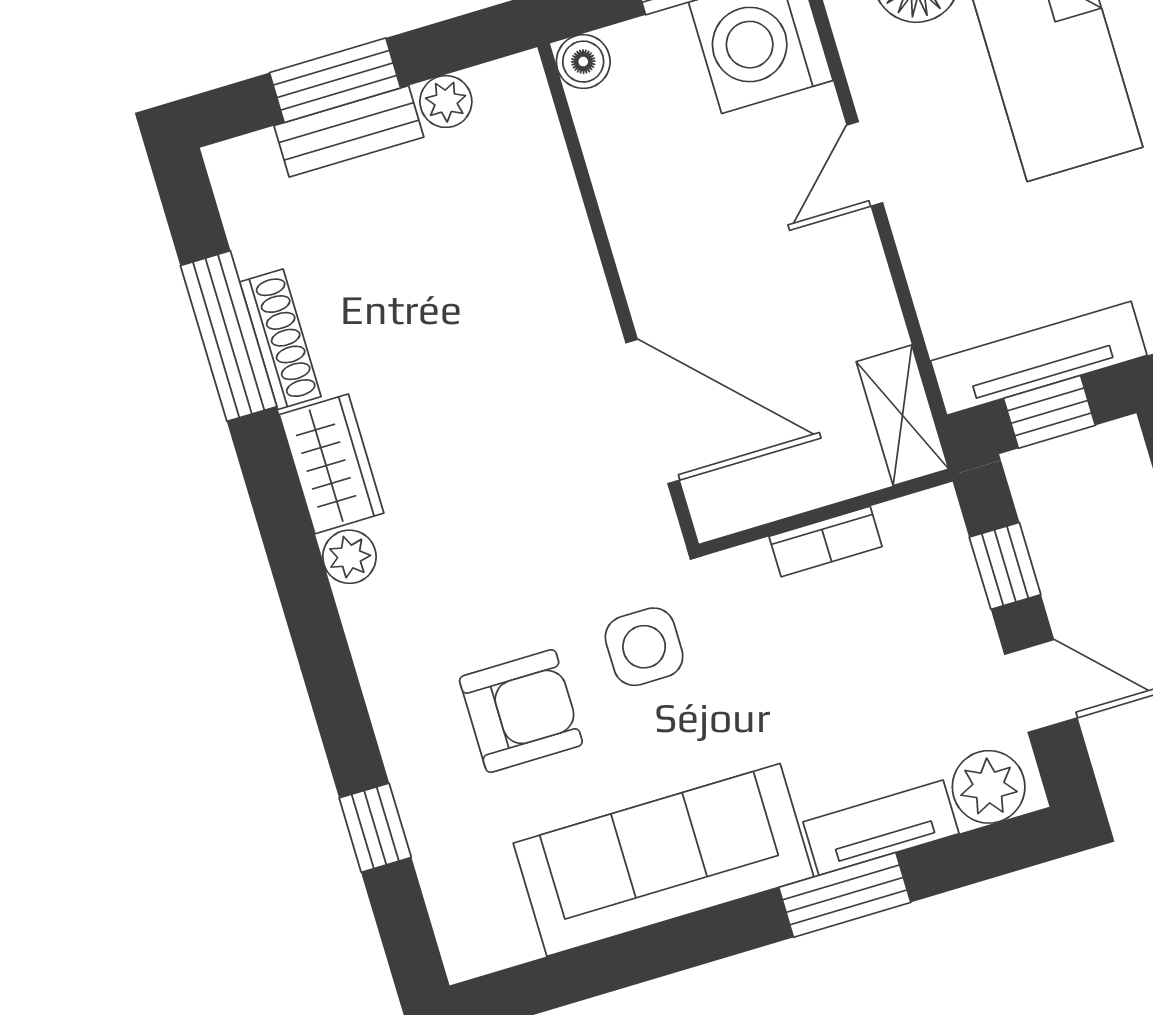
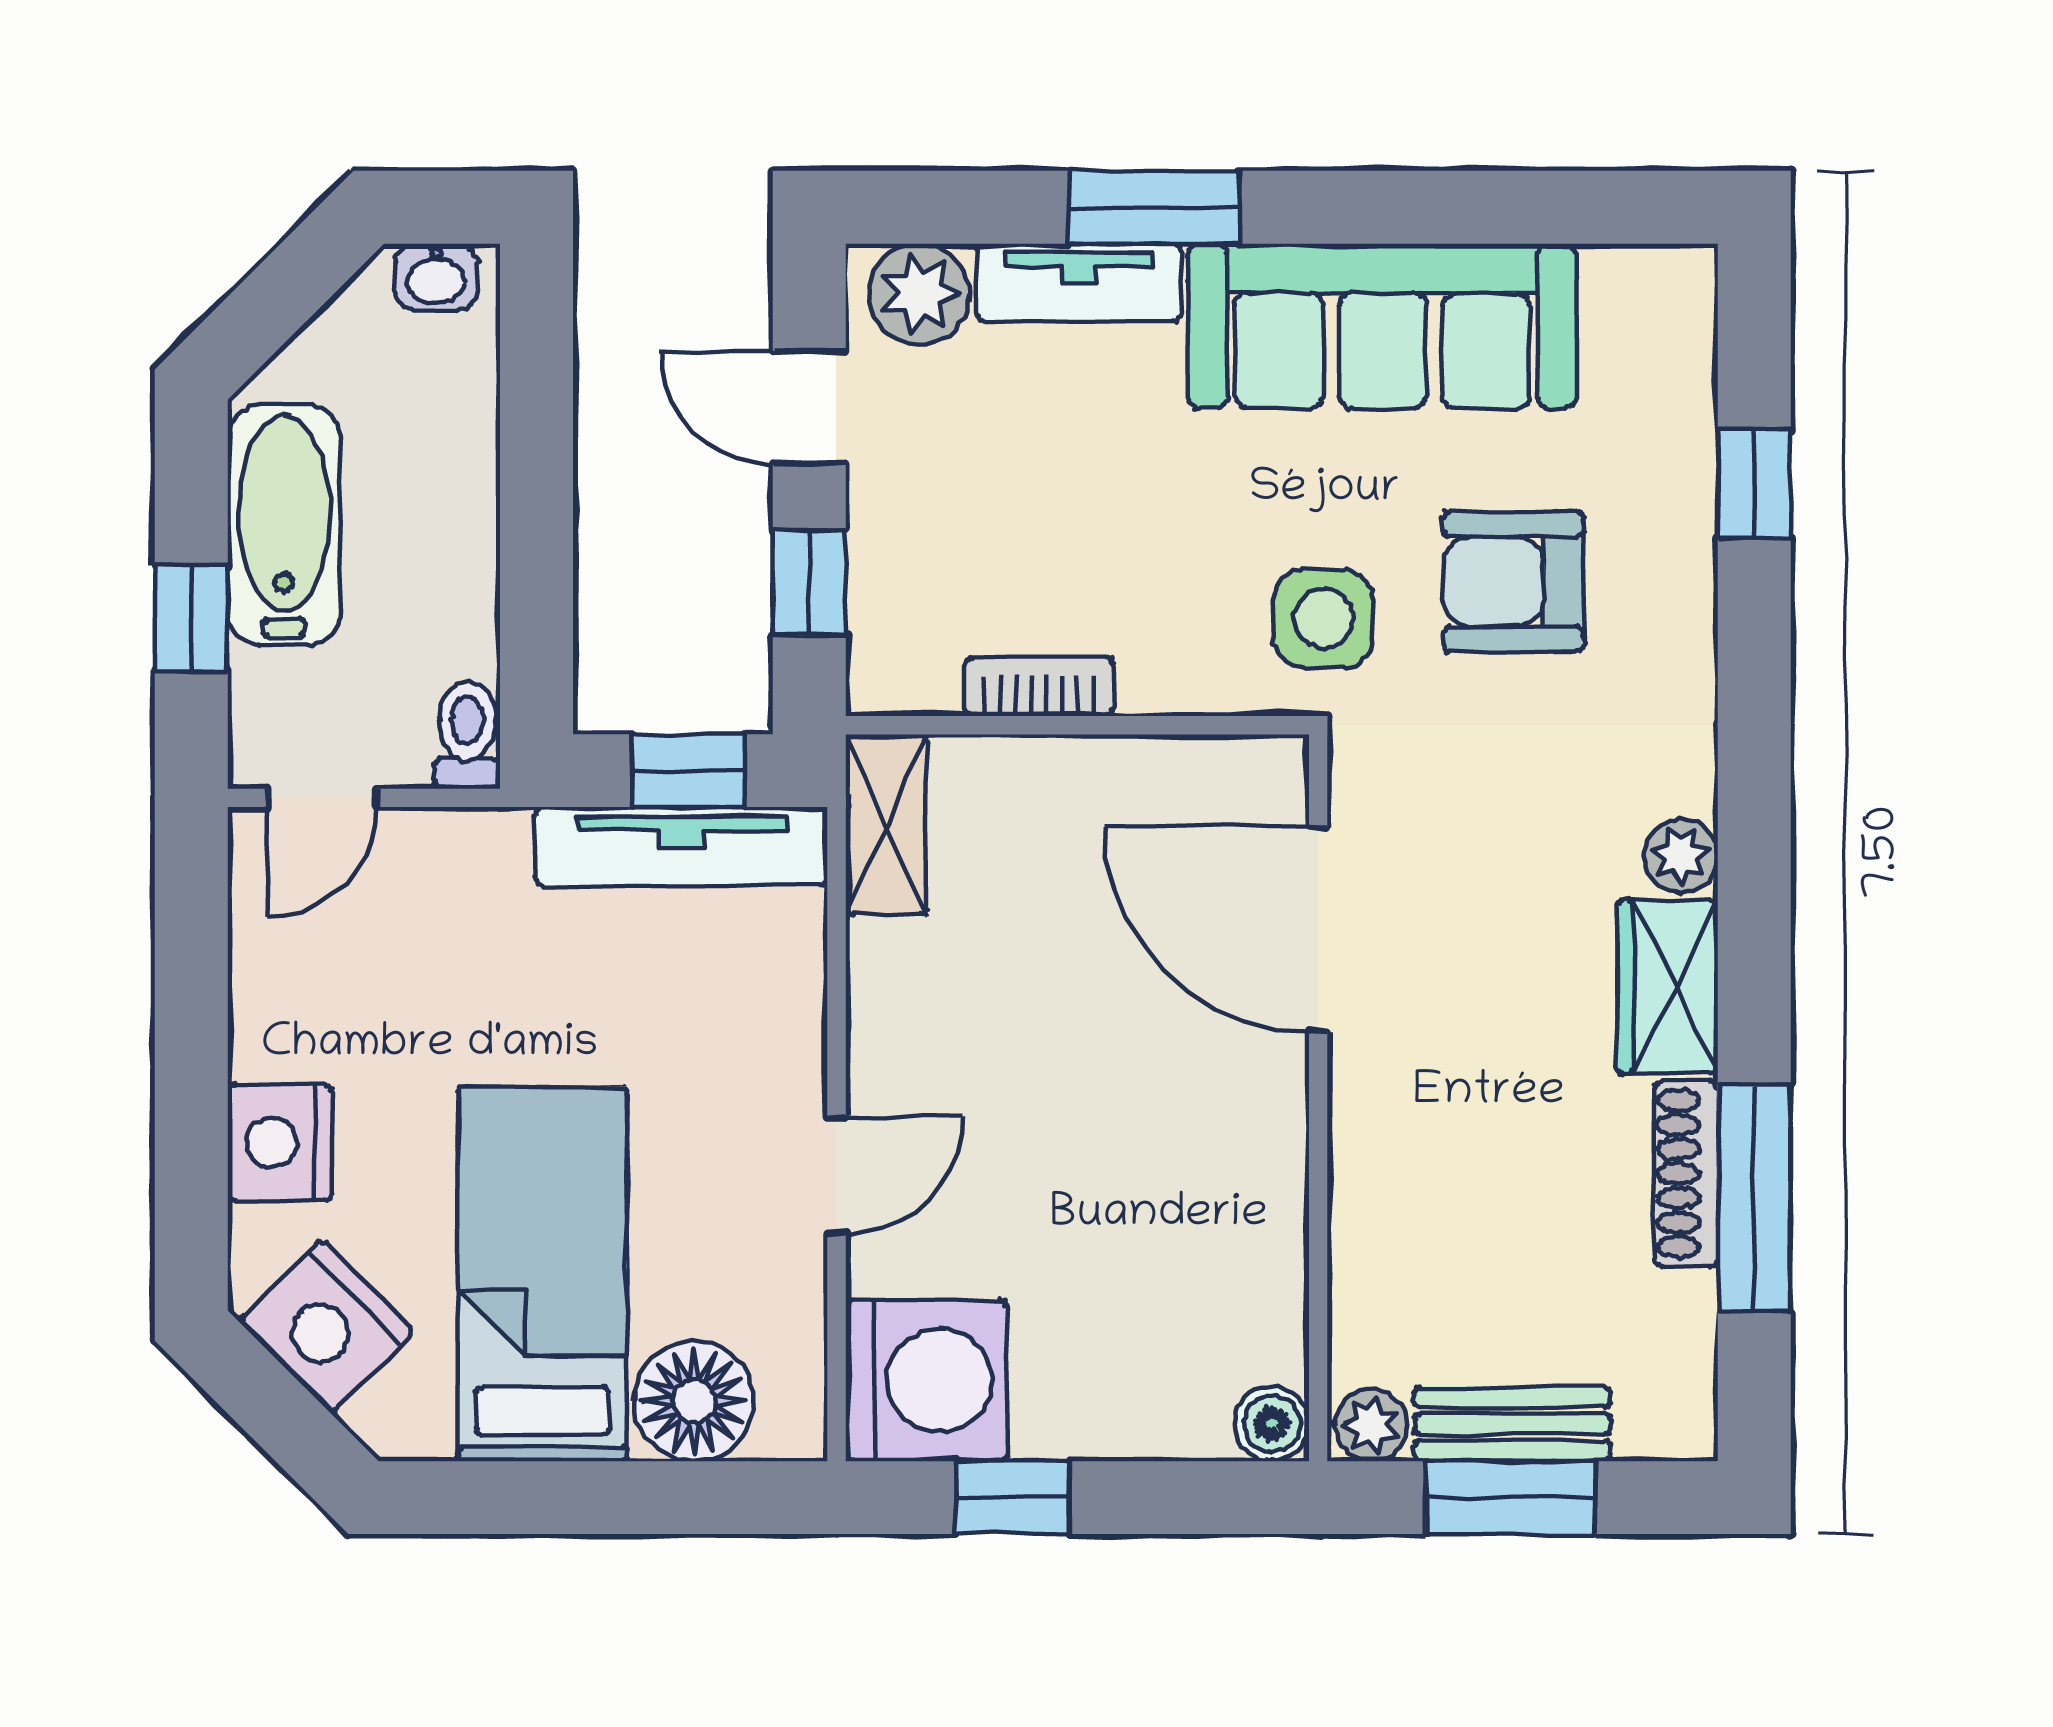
boiler: (583, 62) -> (1272, 1424), moved
wall: (618, 295) -> (1318, 1098), moved
door: (653, 411) -> (1318, 929), moved

